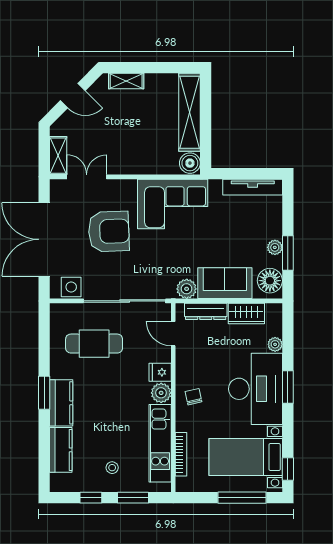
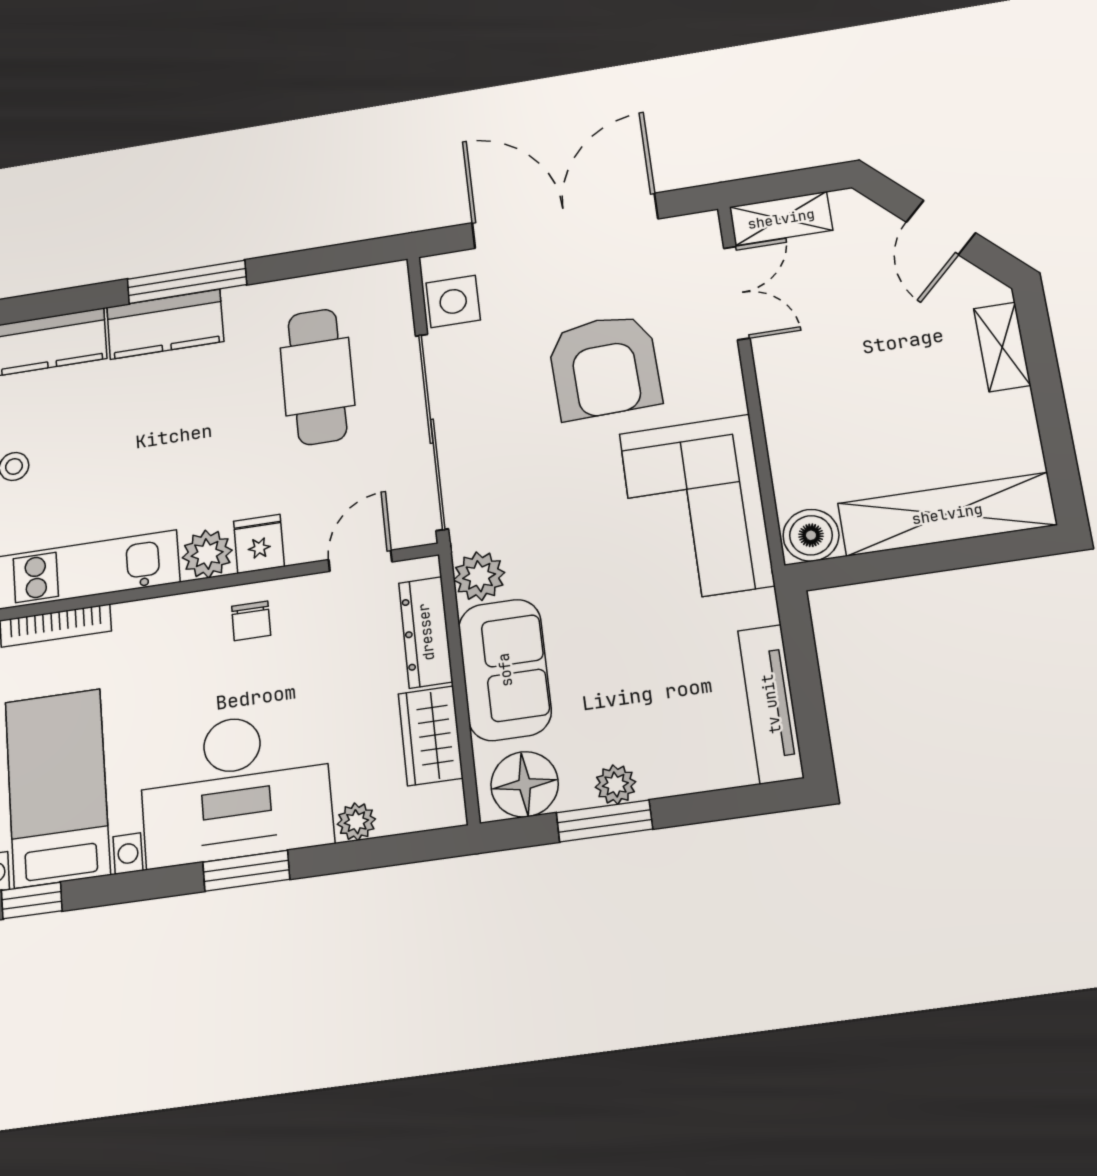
window: (44, 393) -> (187, 282), width x1.44
chair: (194, 397) -> (251, 621), moved, turned 103

